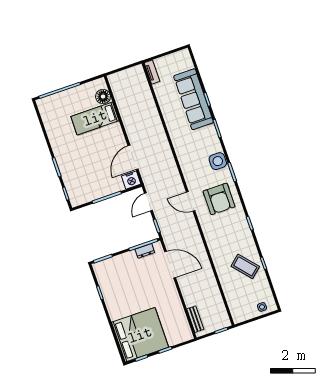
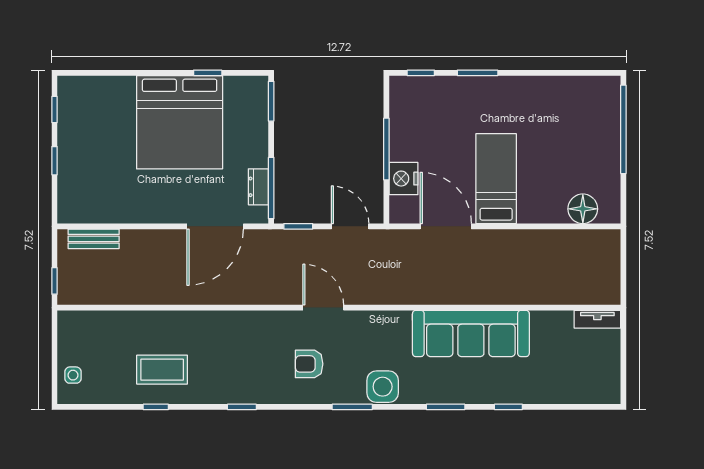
sofa: (194, 99) -> (471, 333), moved, turned 180
bed: (95, 118) -> (496, 179), moved
nightstand: (131, 180) -> (403, 179), moved
armchair: (219, 199) -> (309, 364), width x0.53, depth x0.53
door: (191, 201) -> (323, 308), hinge flipped
coffee table: (245, 266) -> (162, 370), turned 41
bed: (140, 335) -> (180, 122), moved

